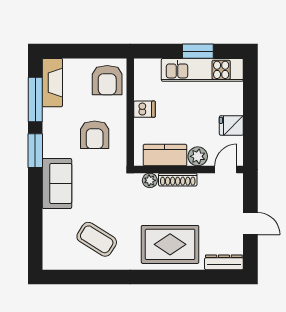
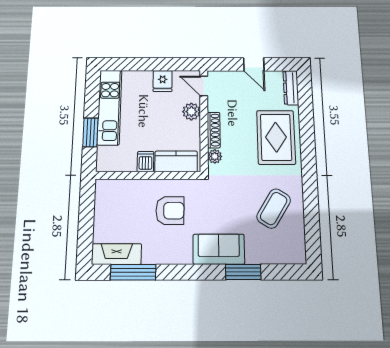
window: (198, 51) -> (90, 132), moved
armchair: (107, 80) -> (116, 198), removed
window: (35, 151) -> (243, 272), moved
kitchen counter: (165, 155) -> (176, 161), moved, turned 90
door: (250, 224) -> (254, 64), swing flipped

